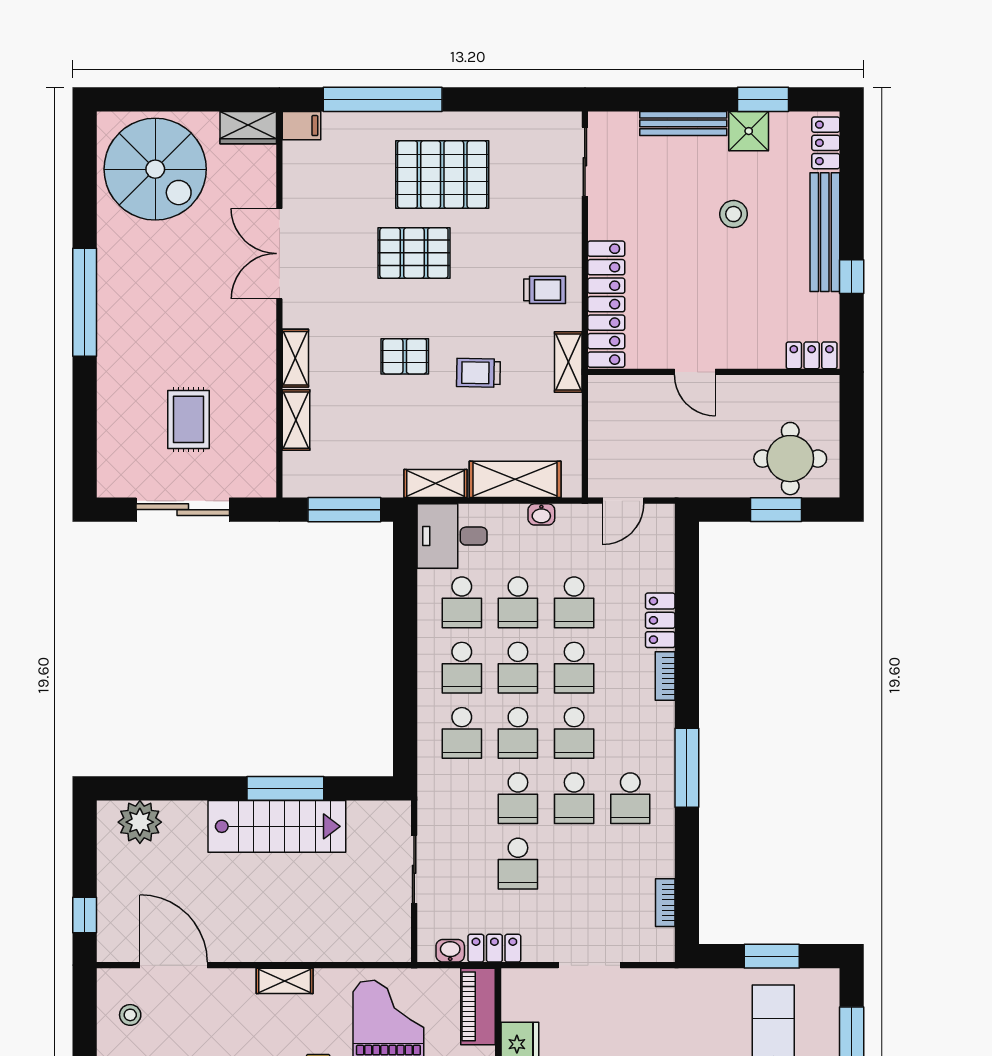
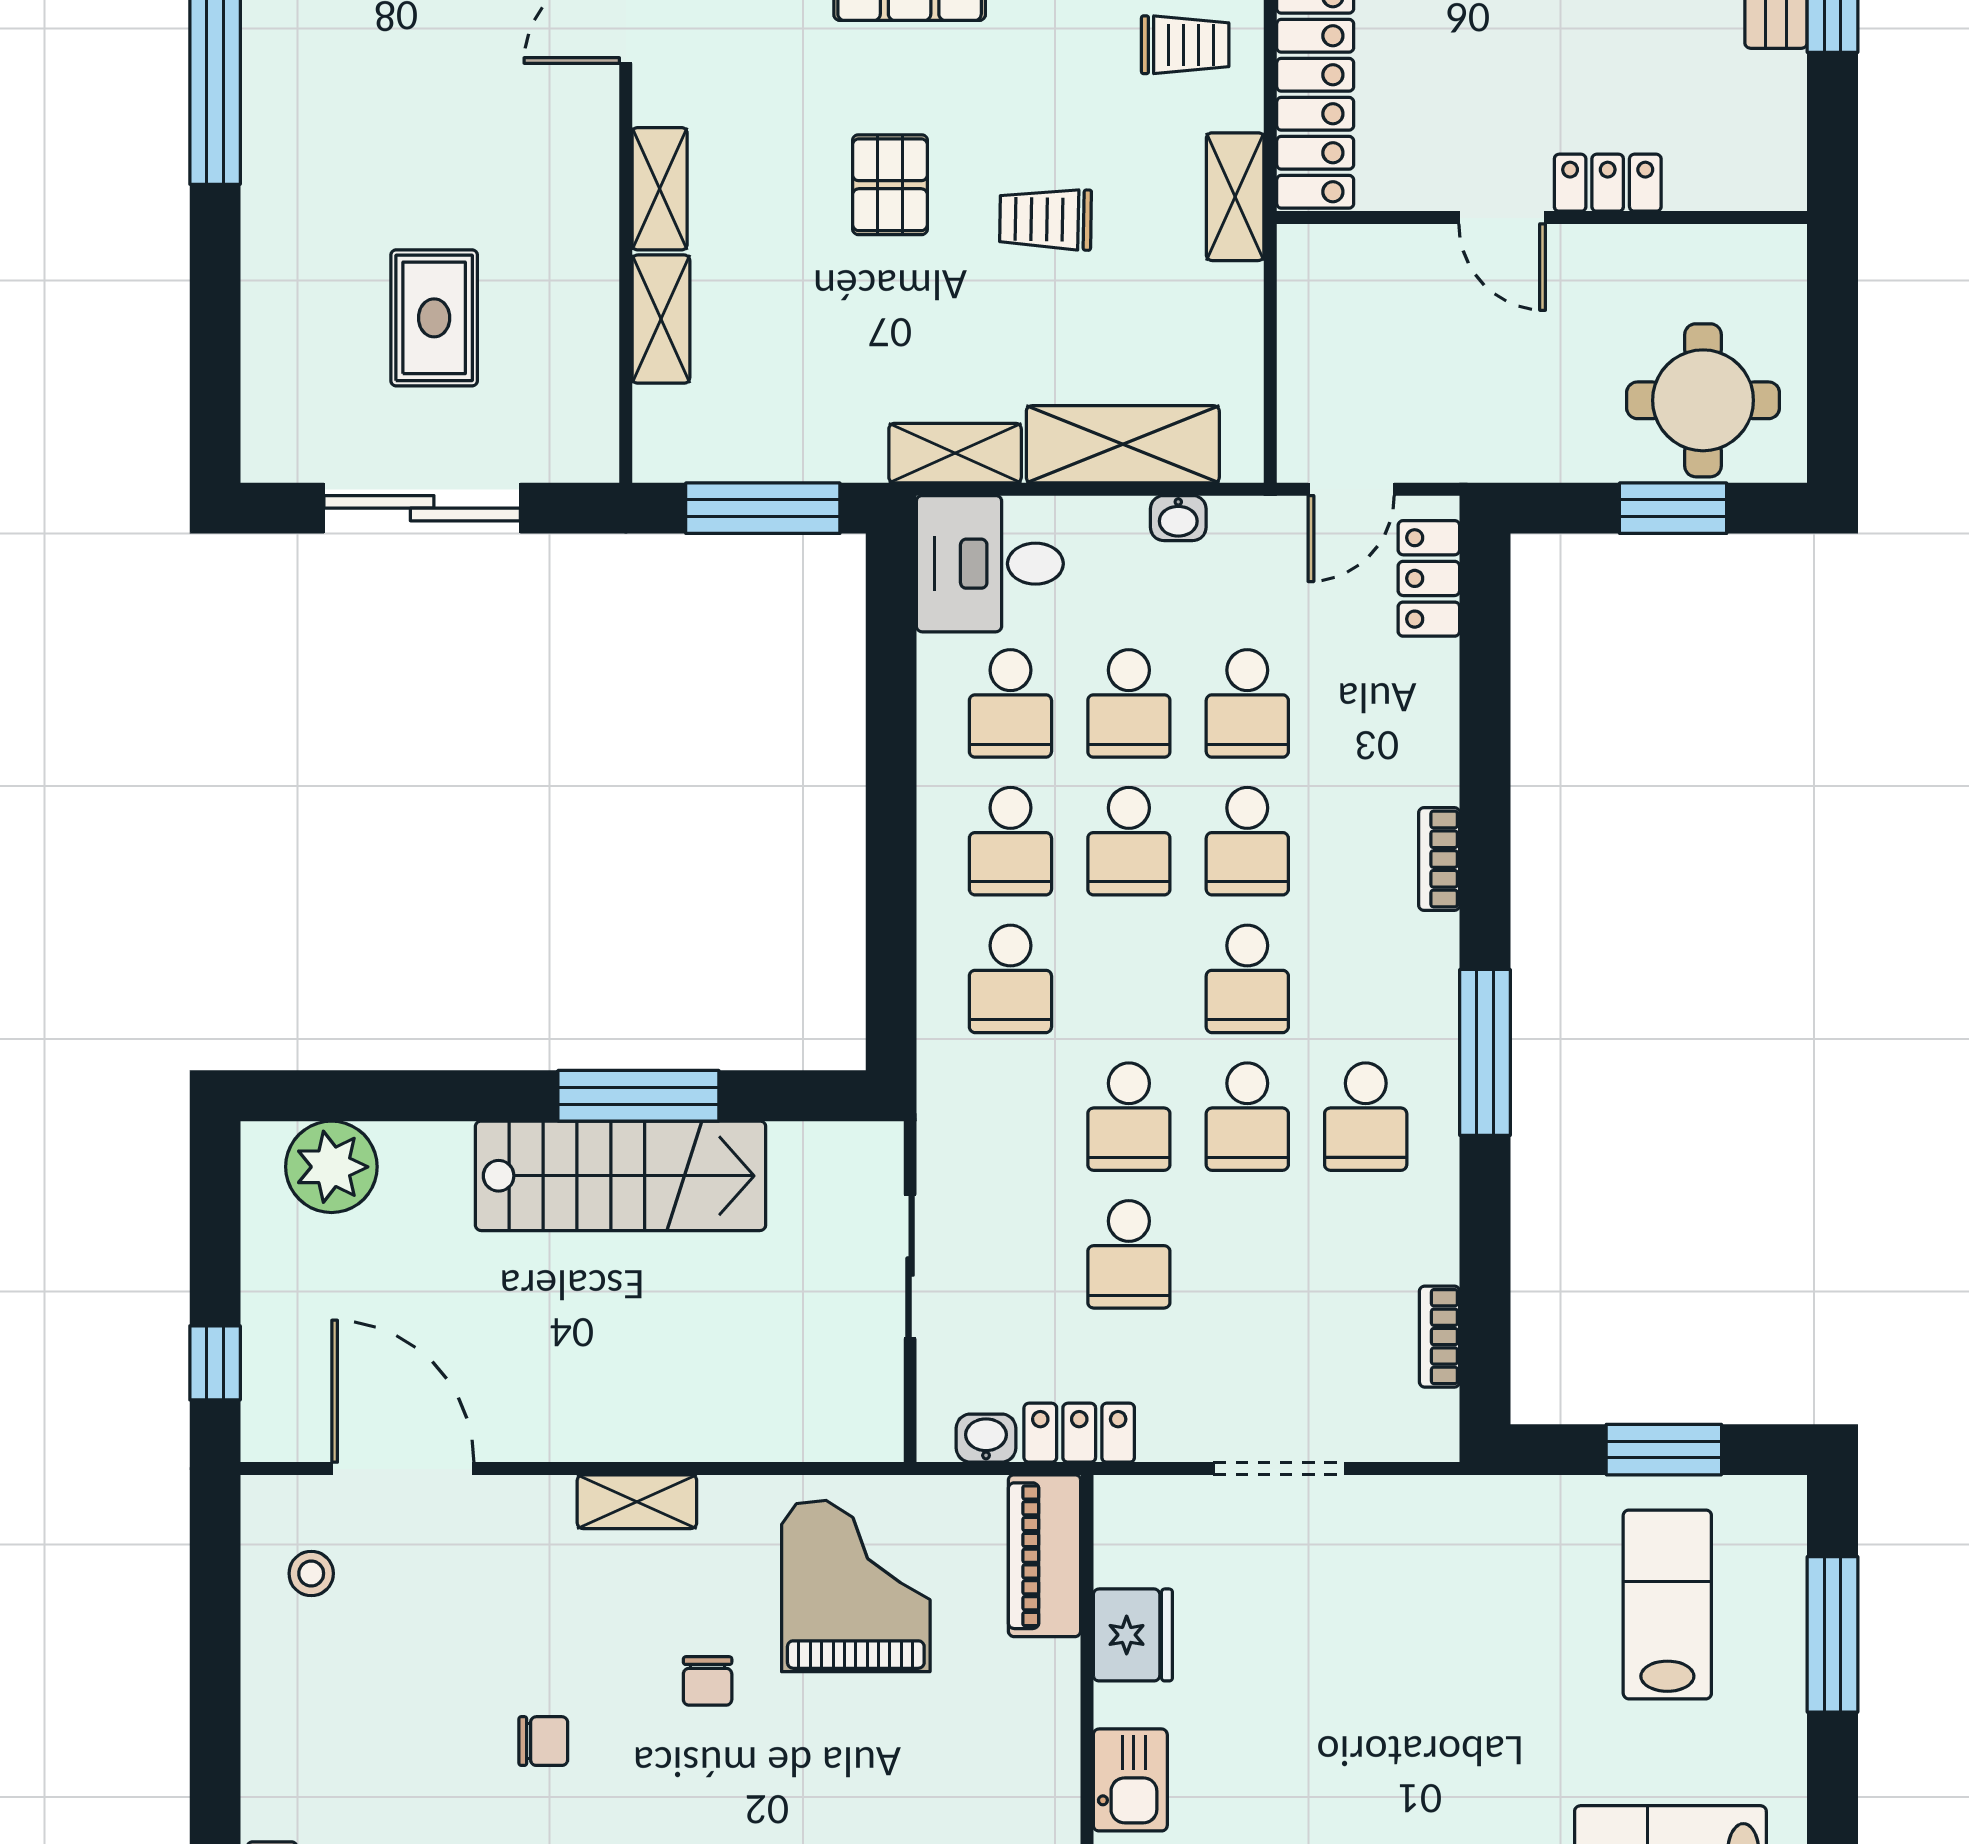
locker: (812, 355) -> (1608, 183), moved
pallet: (405, 356) -> (890, 185), turned 90
locker: (660, 620) -> (1429, 578), moved
school desk: (518, 733) -> (1129, 979), removed

